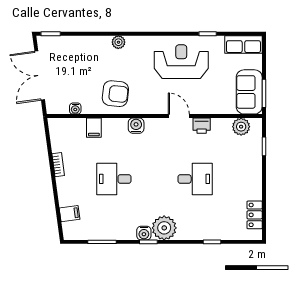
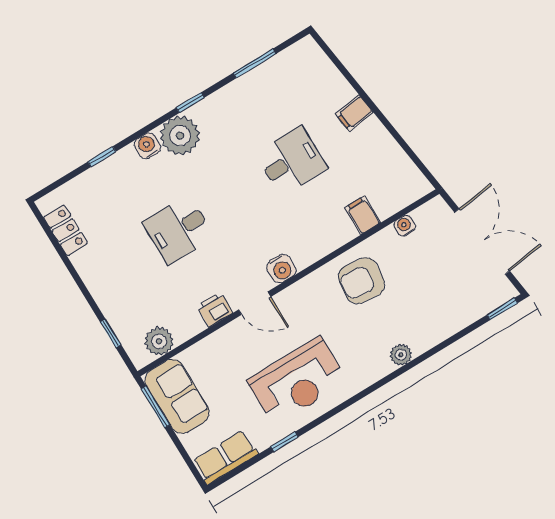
water cooler: (136, 126) -> (281, 269), moved
bookcase: (58, 165) -> (381, 134), removed
filing cabinet: (70, 214) -> (354, 113), moved
water cooler: (144, 233) -> (147, 146), moved

